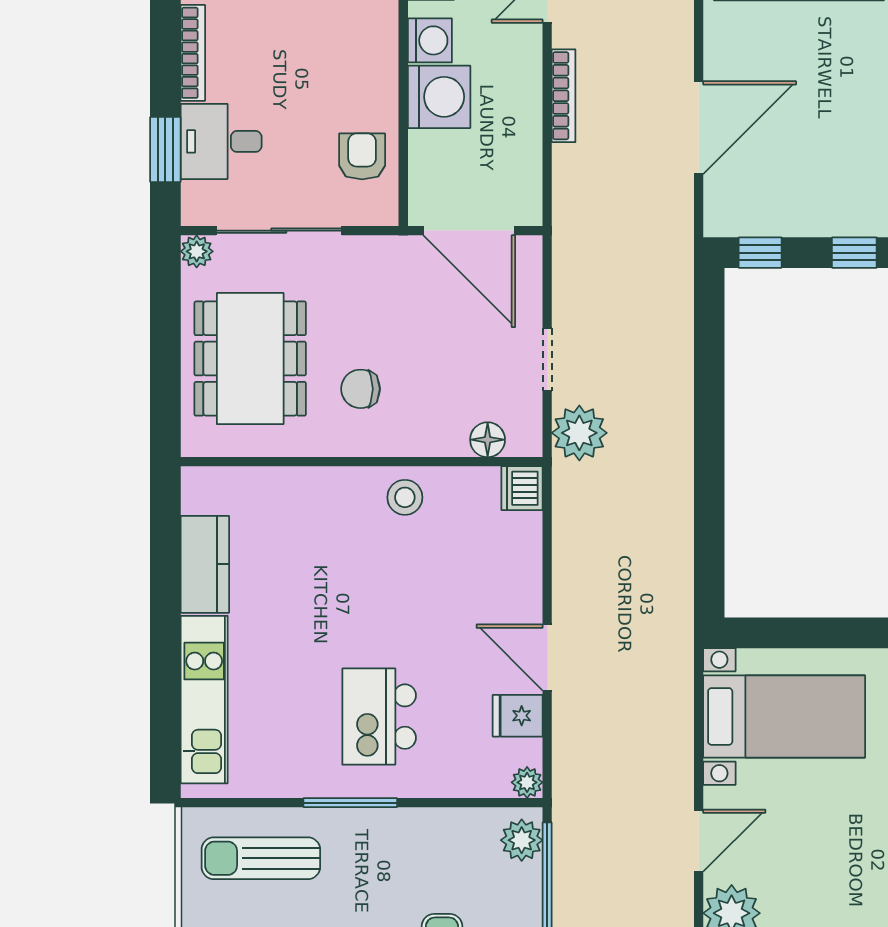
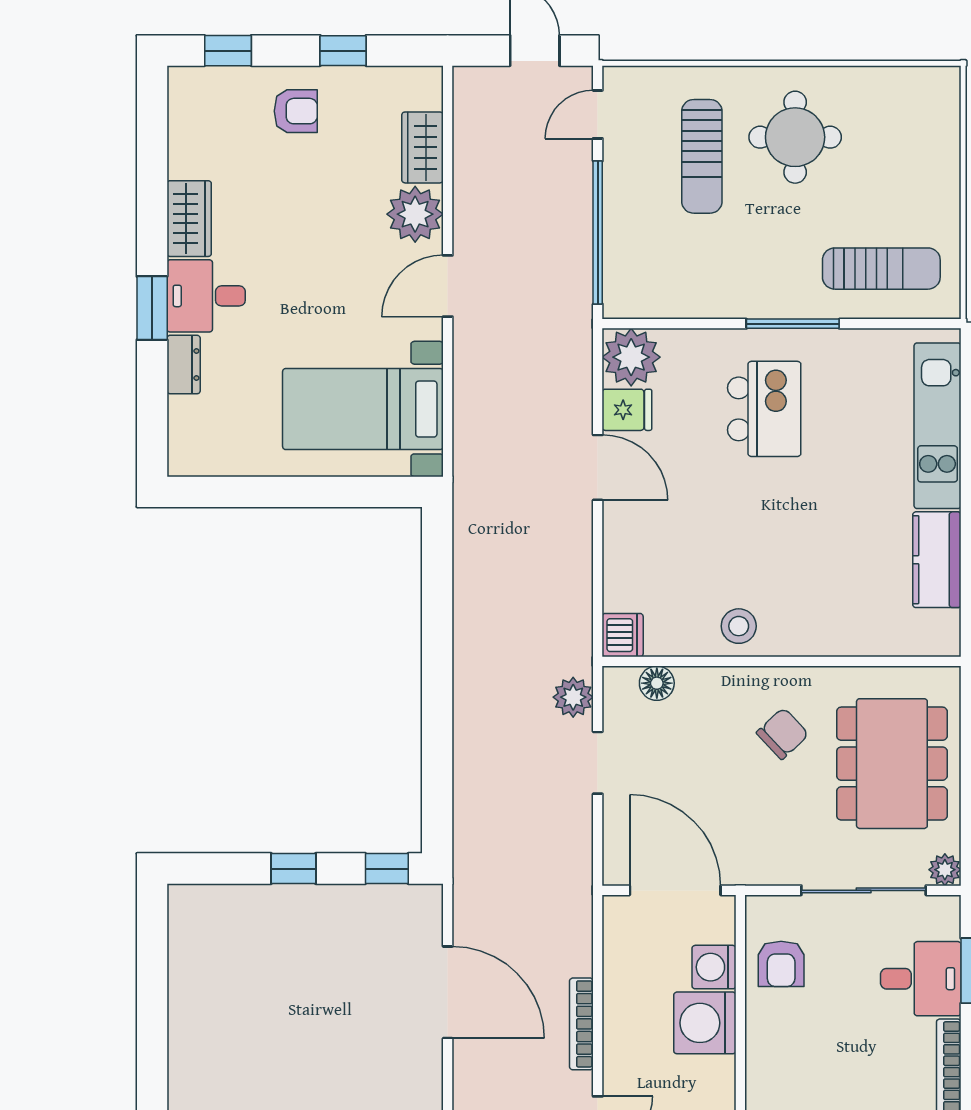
washing machine: (430, 40) -> (714, 967), moved
door: (699, 128) -> (448, 992), swing flipped
chair: (361, 389) -> (783, 734), turned -43
plant: (579, 433) -> (573, 697), width x0.73, depth x0.73
plant: (527, 782) -> (631, 357), width x1.87, depth x1.87
plant: (522, 840) -> (623, 286), removed

